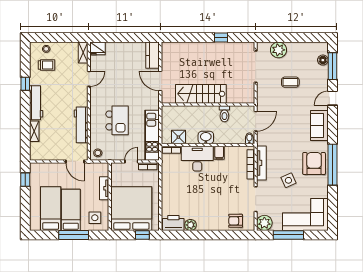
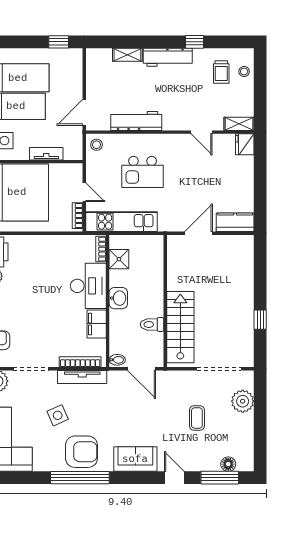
stairs: (201, 94) -> (180, 327), moved
filing cabinet: (219, 153) -> (97, 324), width x2.00

